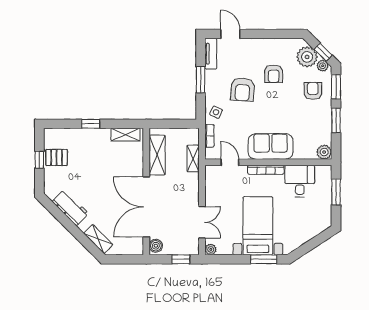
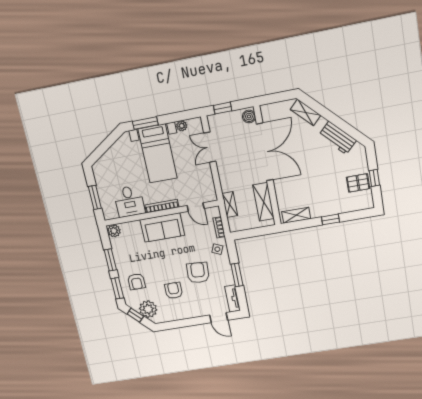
plant: (323, 66) -> (133, 304), removed
plant: (211, 249) -> (182, 126), moved

